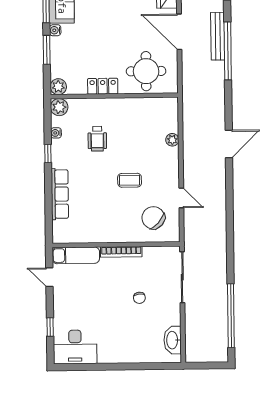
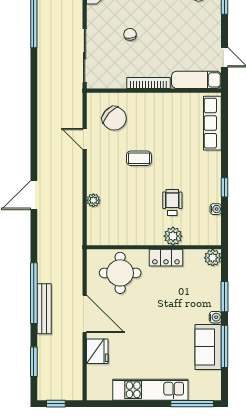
plant: (59, 107) -> (173, 236), moved
row of seats: (60, 194) -> (212, 123), moved

